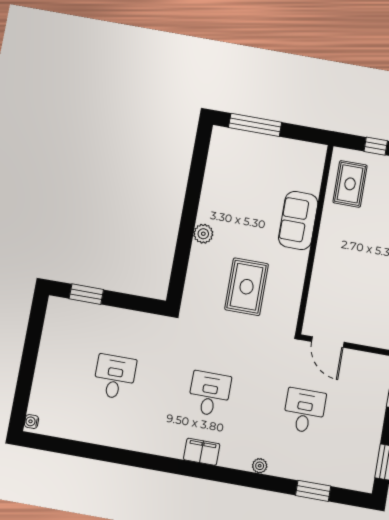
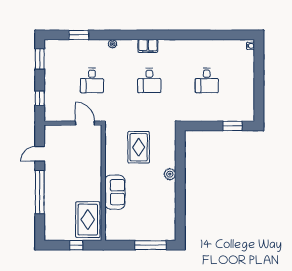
rug: (350, 184) -> (88, 220), width x1.36, depth x1.43

